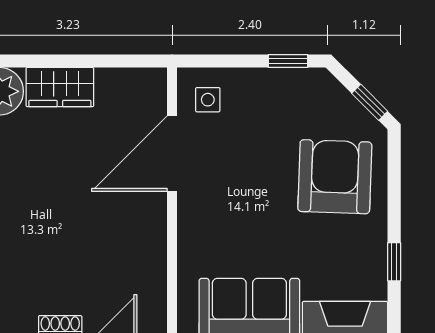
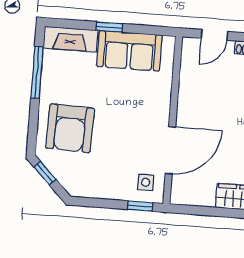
window: (288, 61) -> (140, 206), moved
window: (394, 262) -> (37, 72), width x2.17

